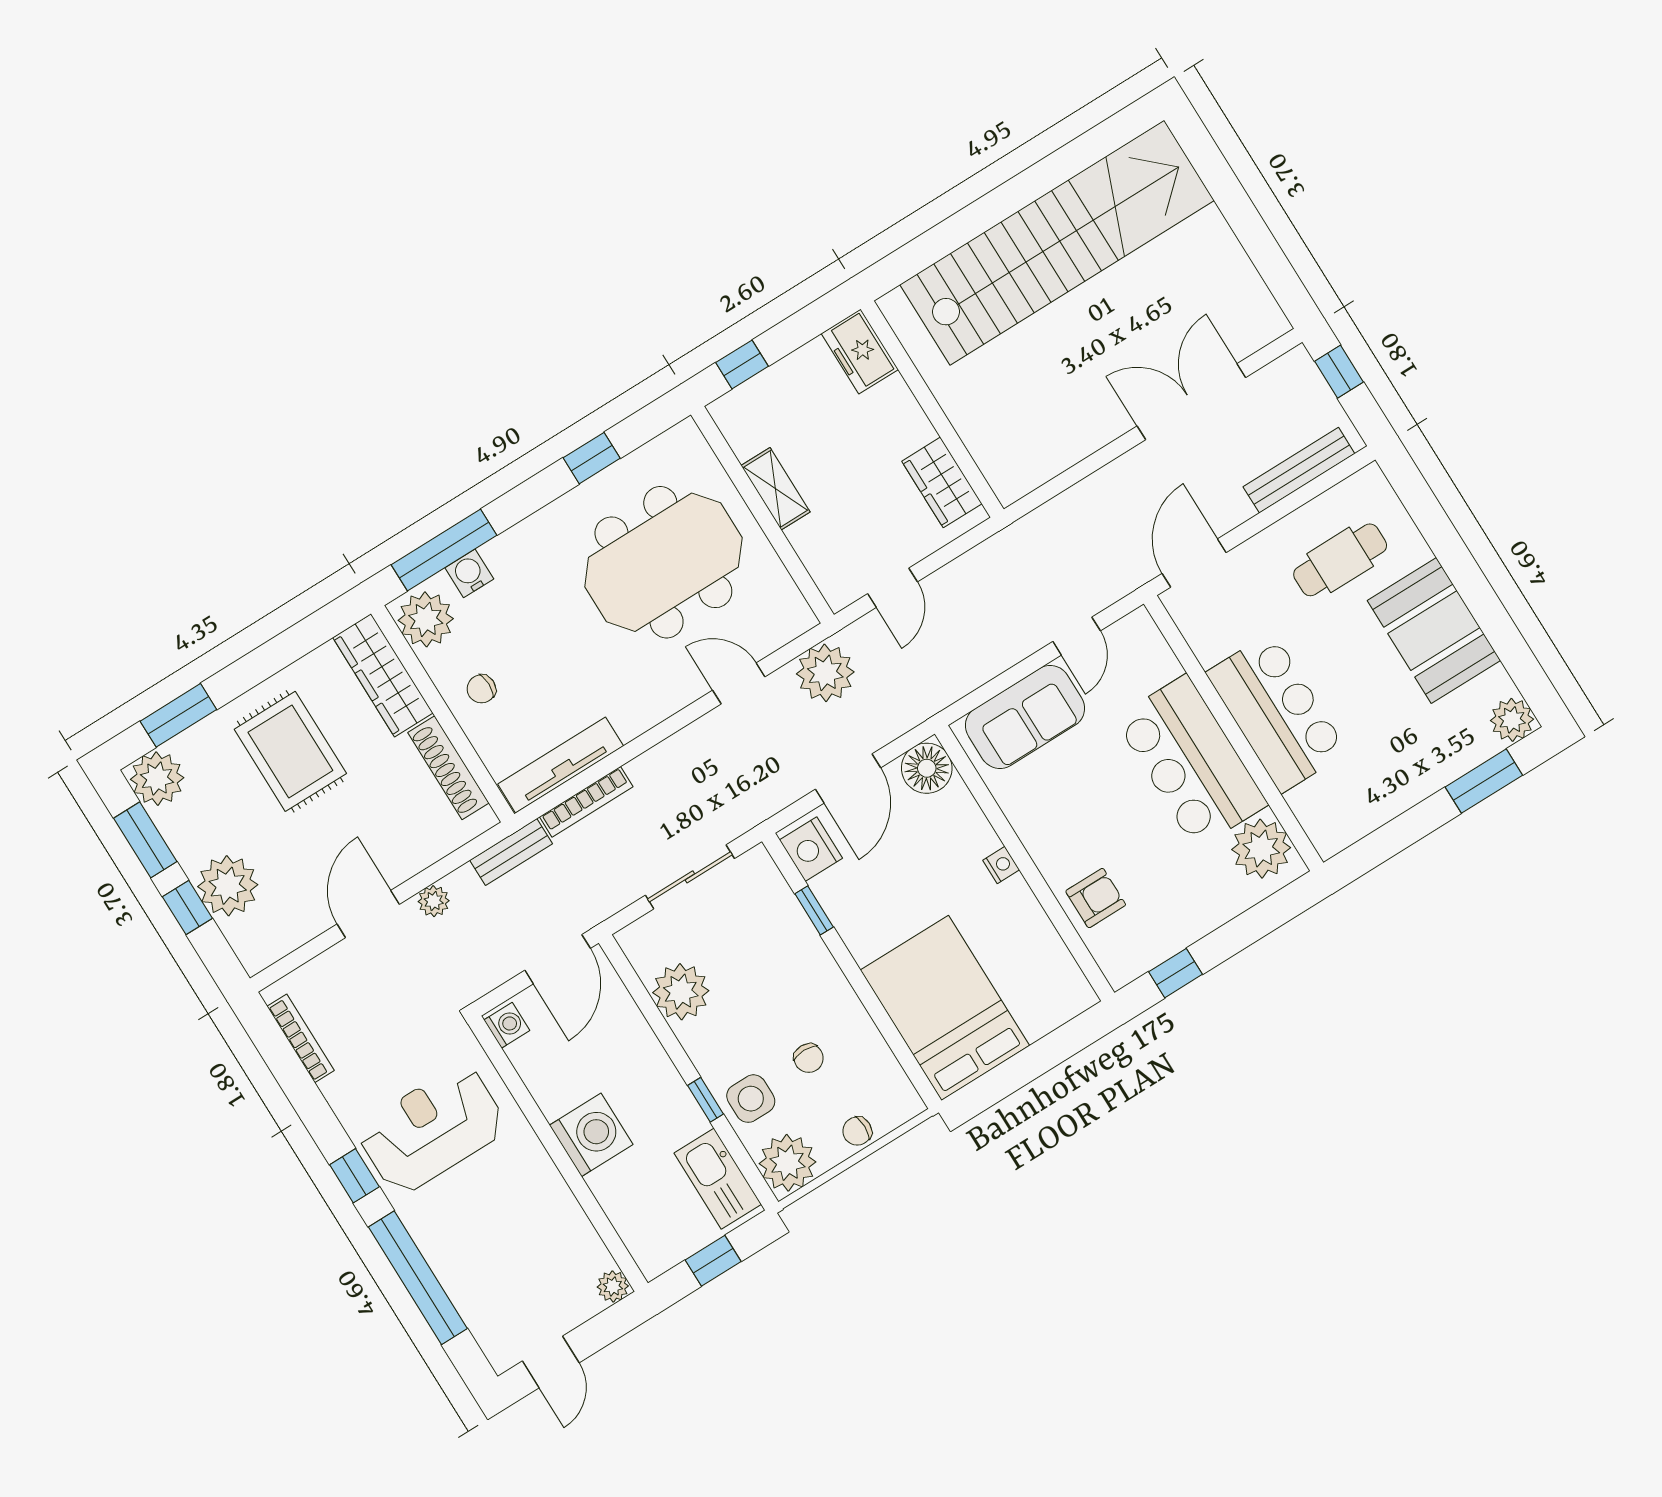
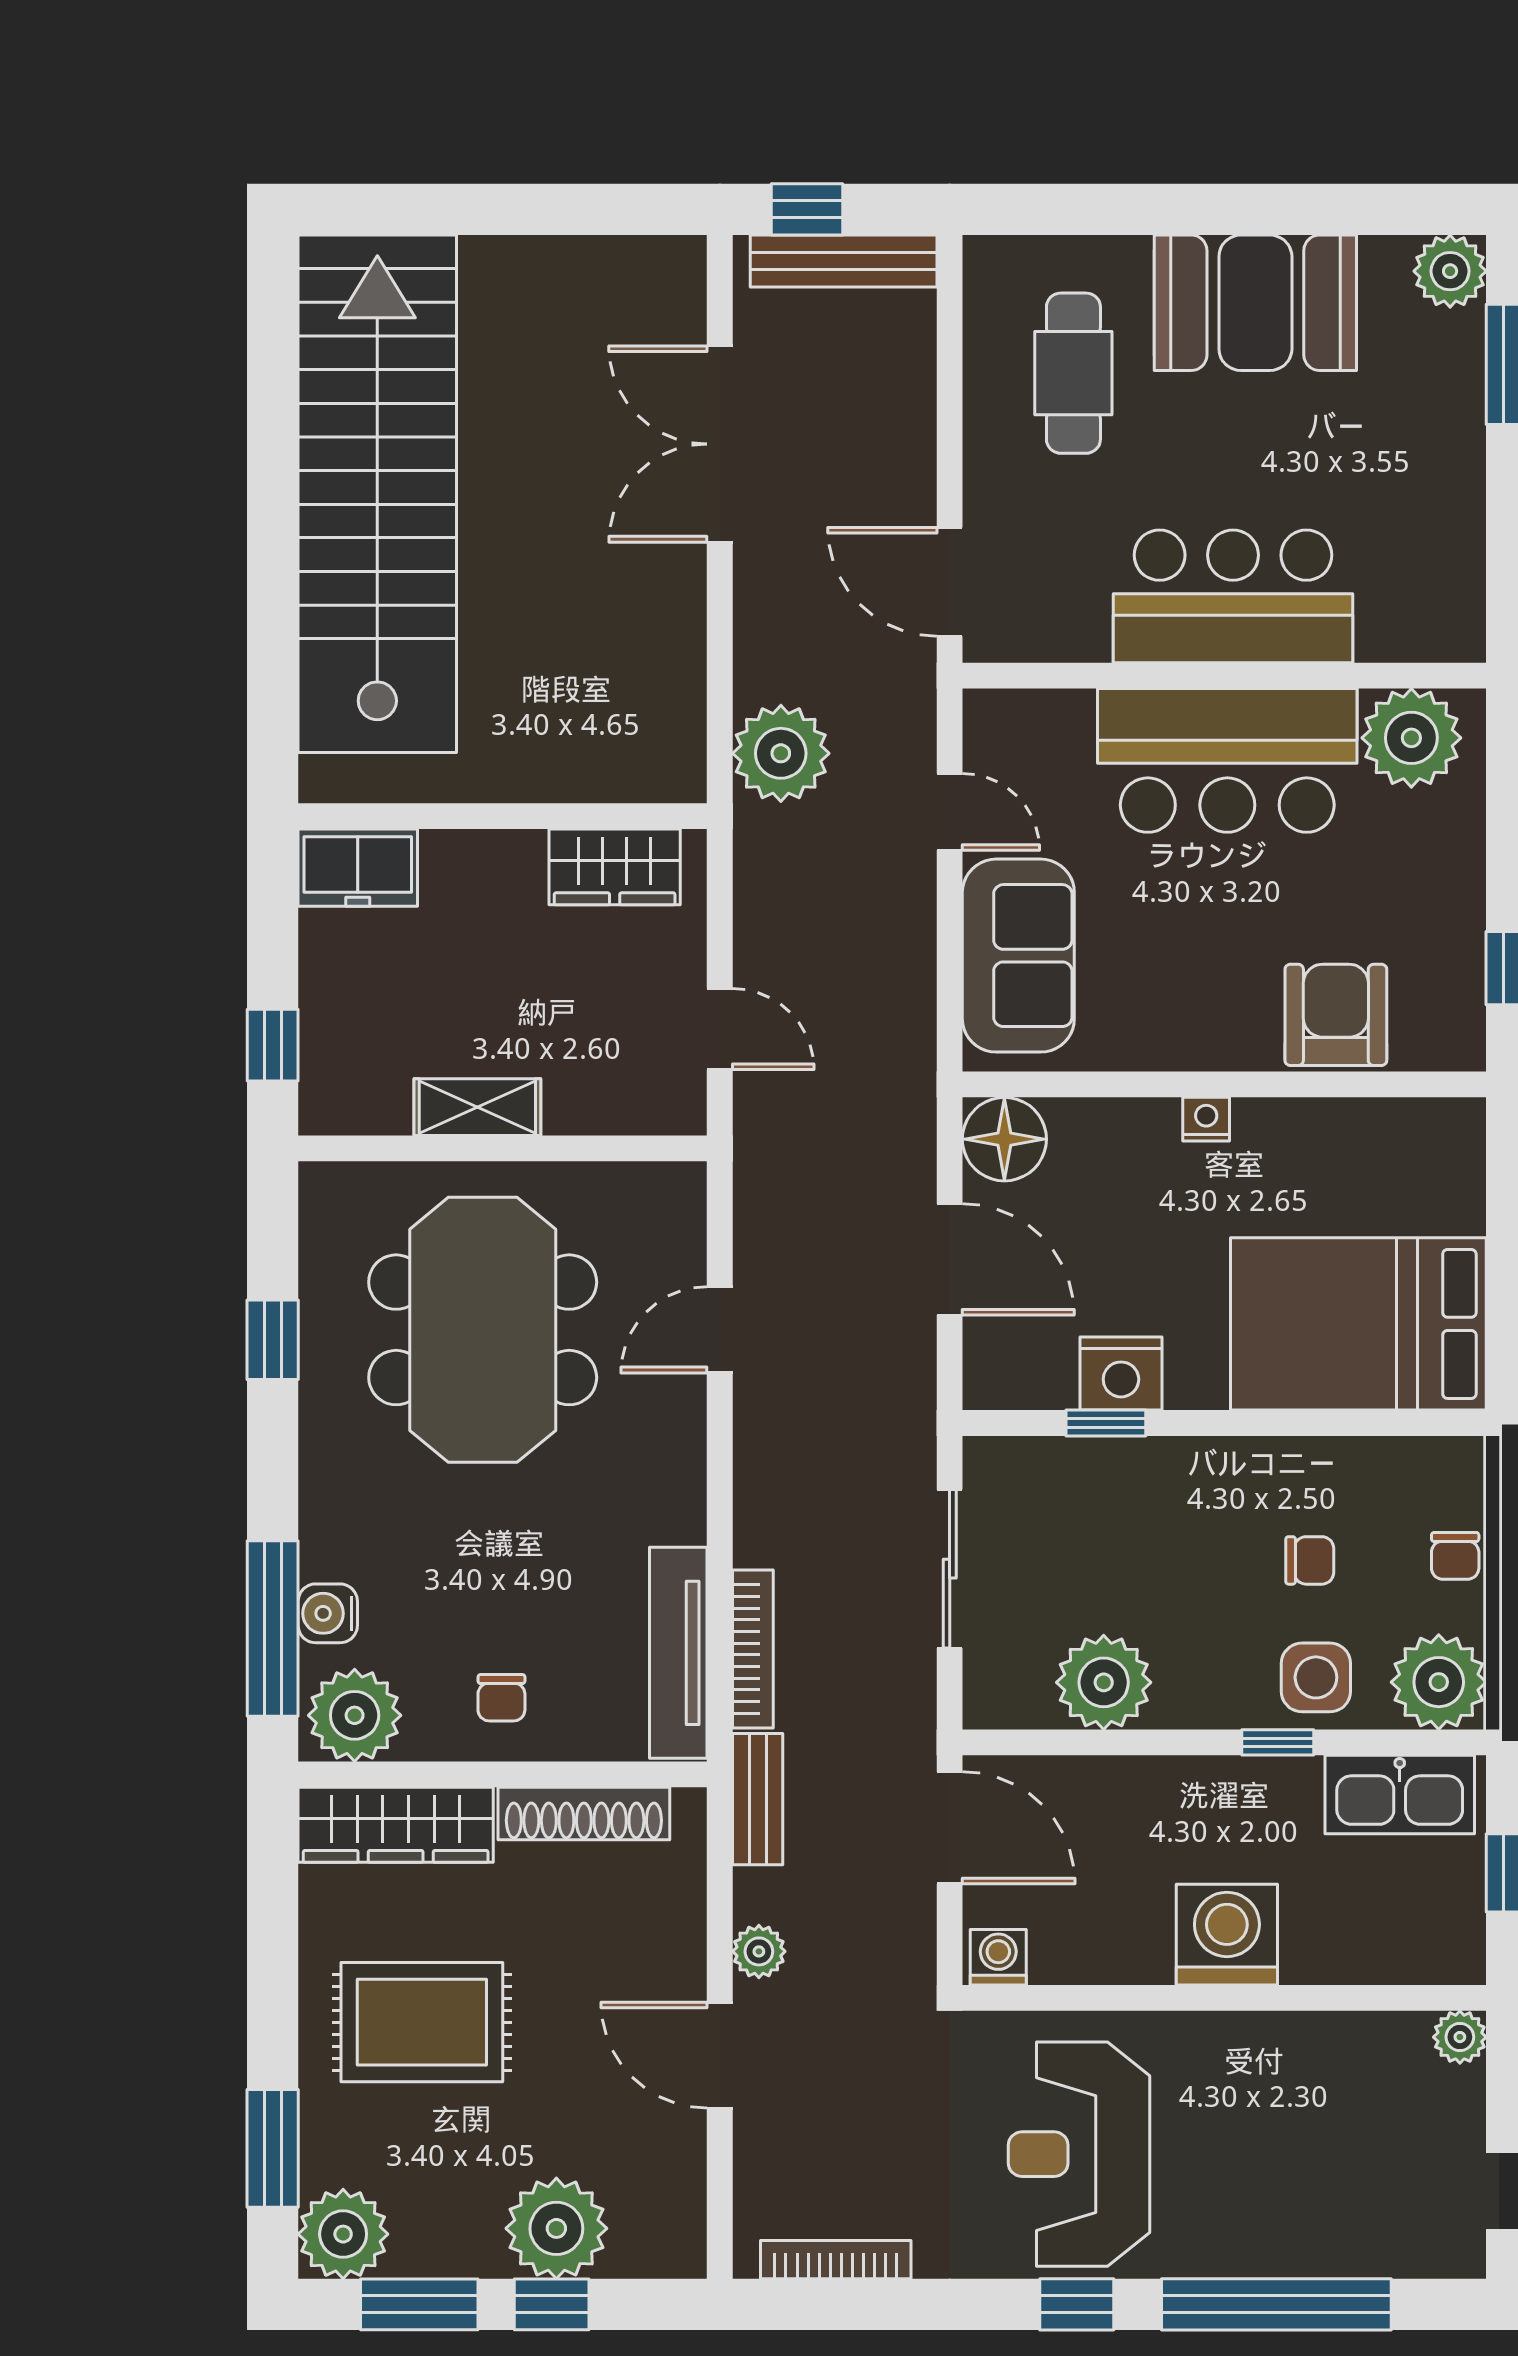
bench: (1299, 470) -> (844, 261), moved, turned 90
plant: (825, 673) -> (781, 753), moved
nightstand: (811, 849) -> (1121, 1374), moved
armchair: (1096, 898) -> (1336, 1015), width x1.38, depth x1.38

